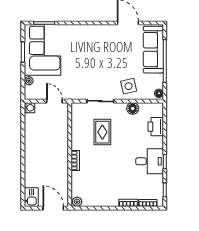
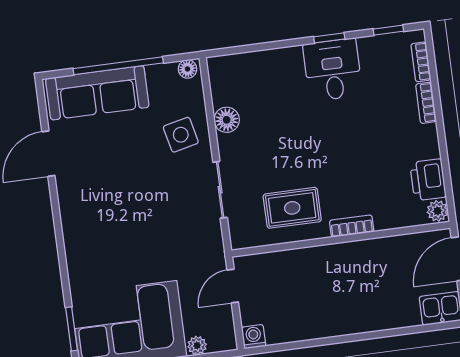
printer: (156, 127) -> (428, 180), moved, turned 90
rug: (102, 132) -> (292, 208), moved

